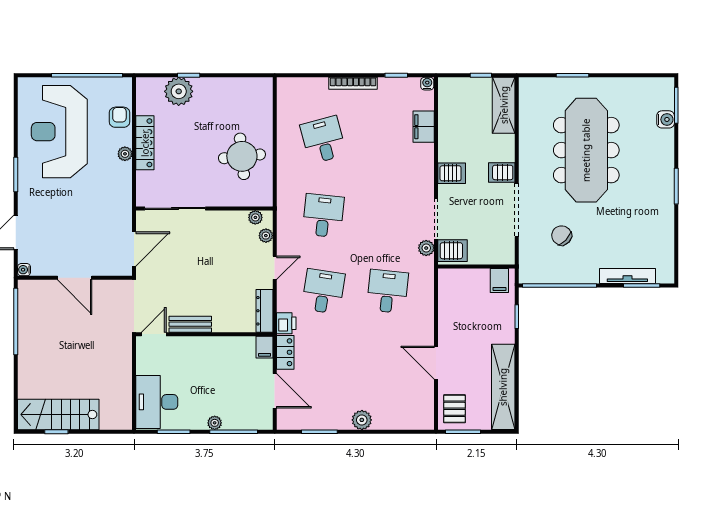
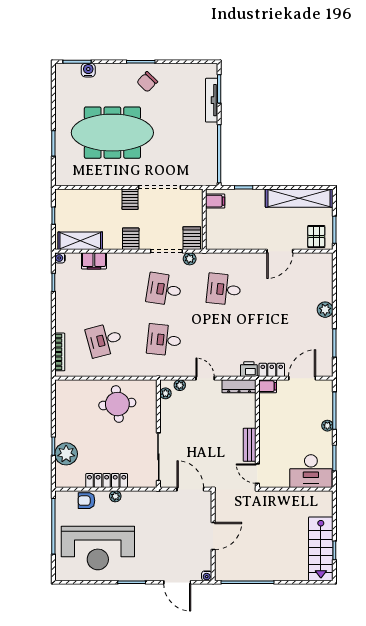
bookcase: (353, 83) -> (60, 352), moved
shelving: (504, 105) -> (80, 241), moved
chair: (562, 235) -> (147, 82), moved
desk: (323, 291) -> (164, 289), moved
pallet: (454, 409) -> (316, 237), turned 90

